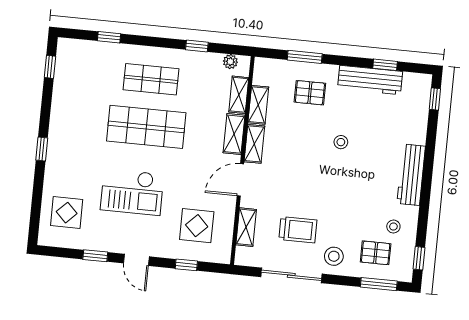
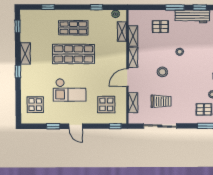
window: (305, 57) -> (175, 7), moved
shelving: (234, 134) -> (25, 53), moved
stool: (334, 256) -> (162, 72), moved
window: (186, 265) -> (115, 126), moved

